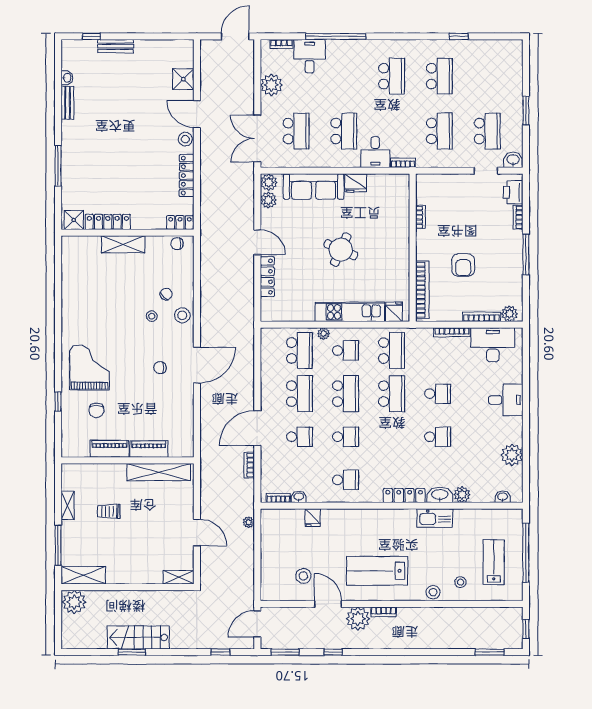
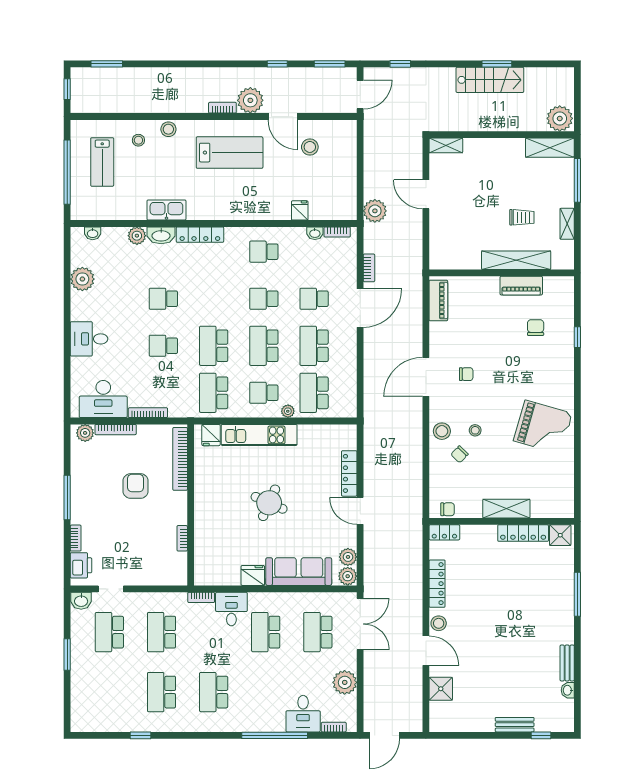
grand piano: (90, 367) -> (543, 427), moved, turned -74
piano: (149, 449) -> (438, 301), moved, turned -90
shelving: (159, 472) -> (516, 260), moved
plant: (249, 522) -> (375, 211), width x1.87, depth x1.87

